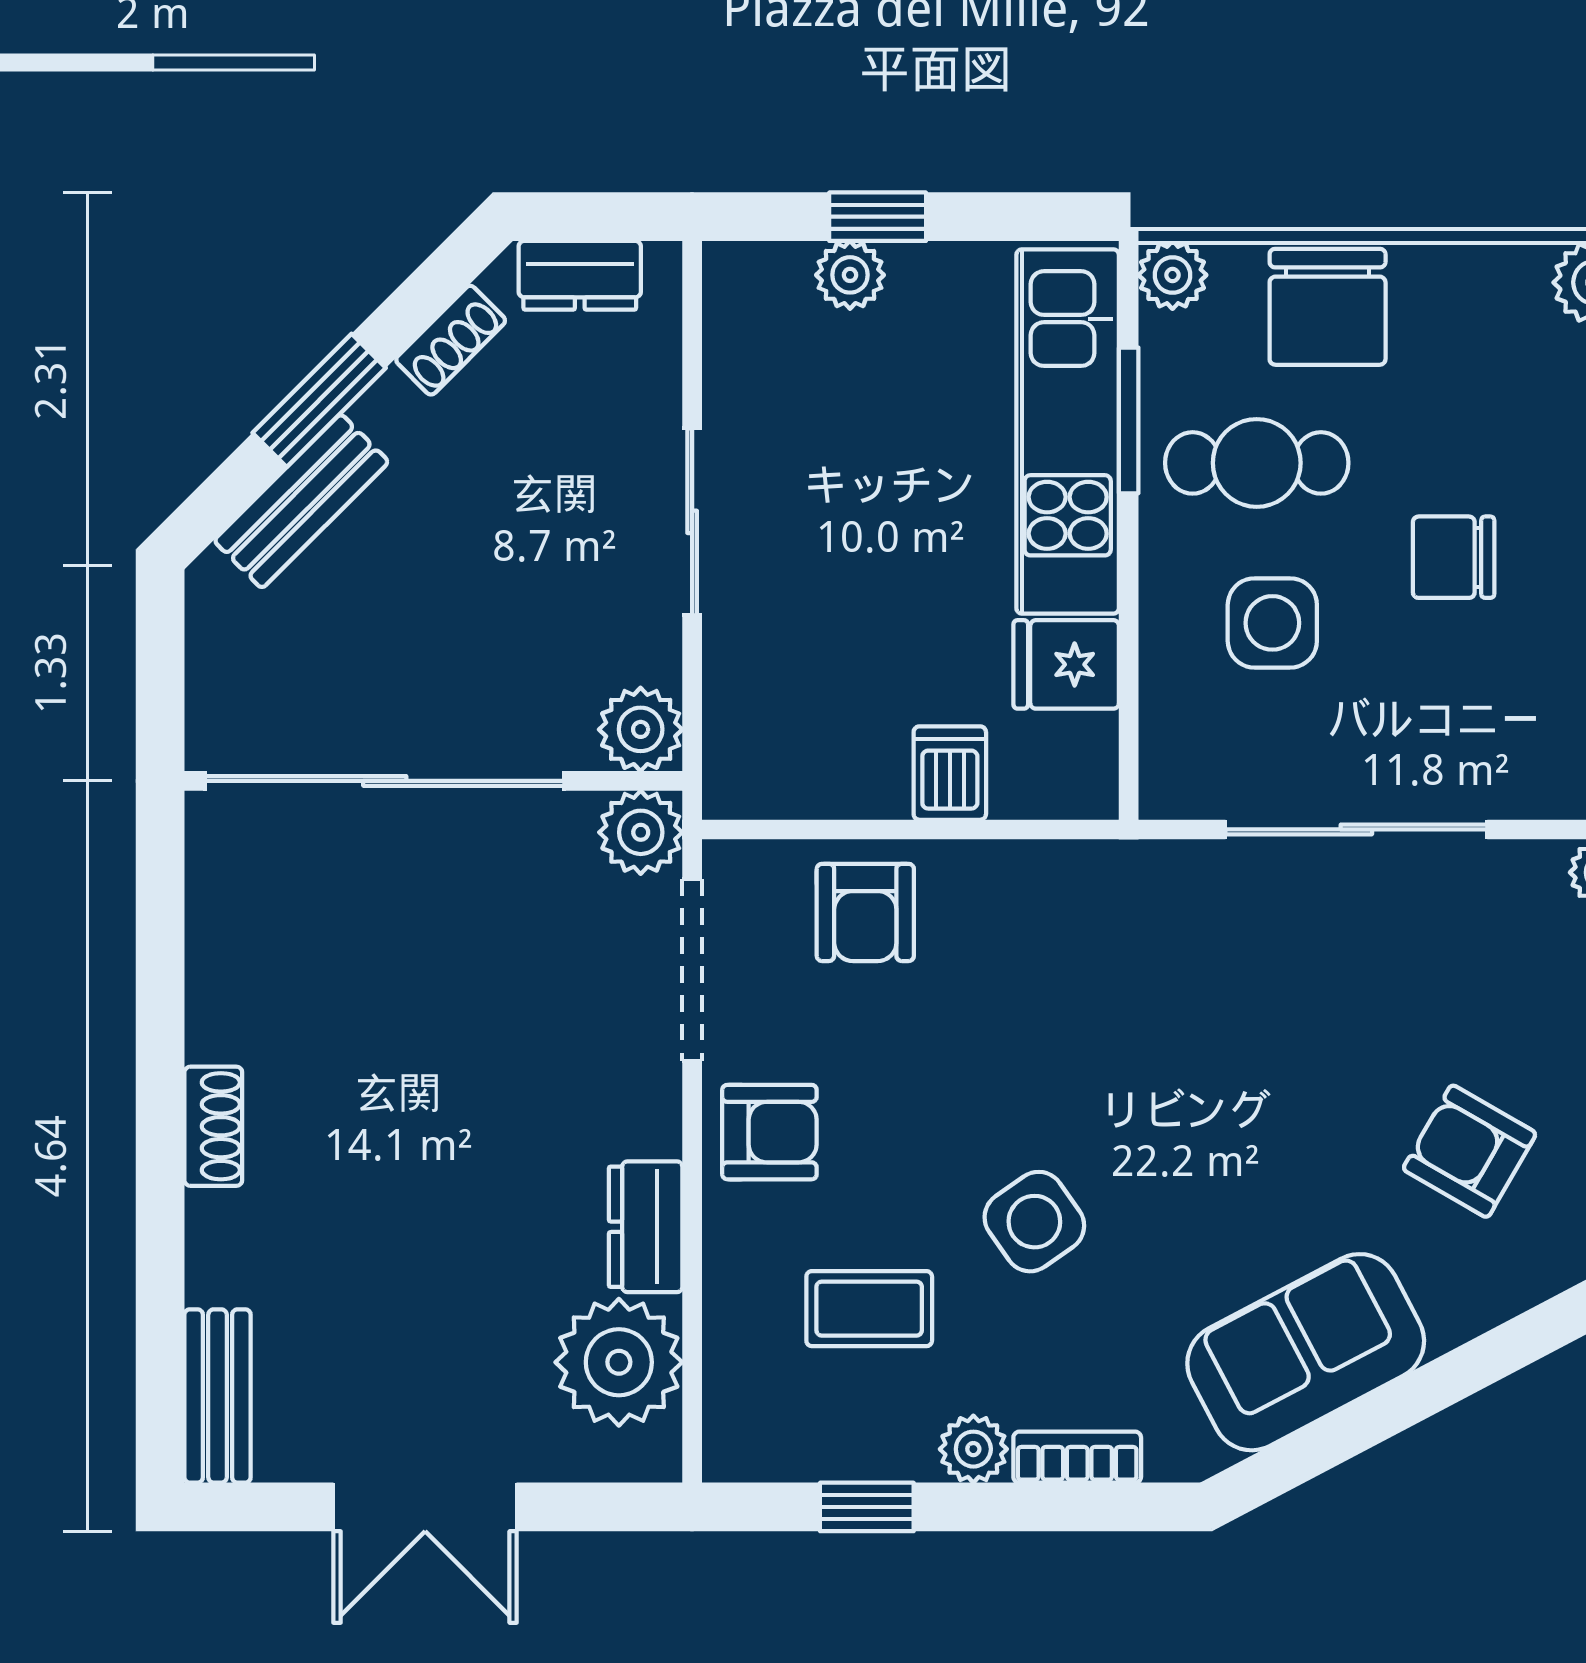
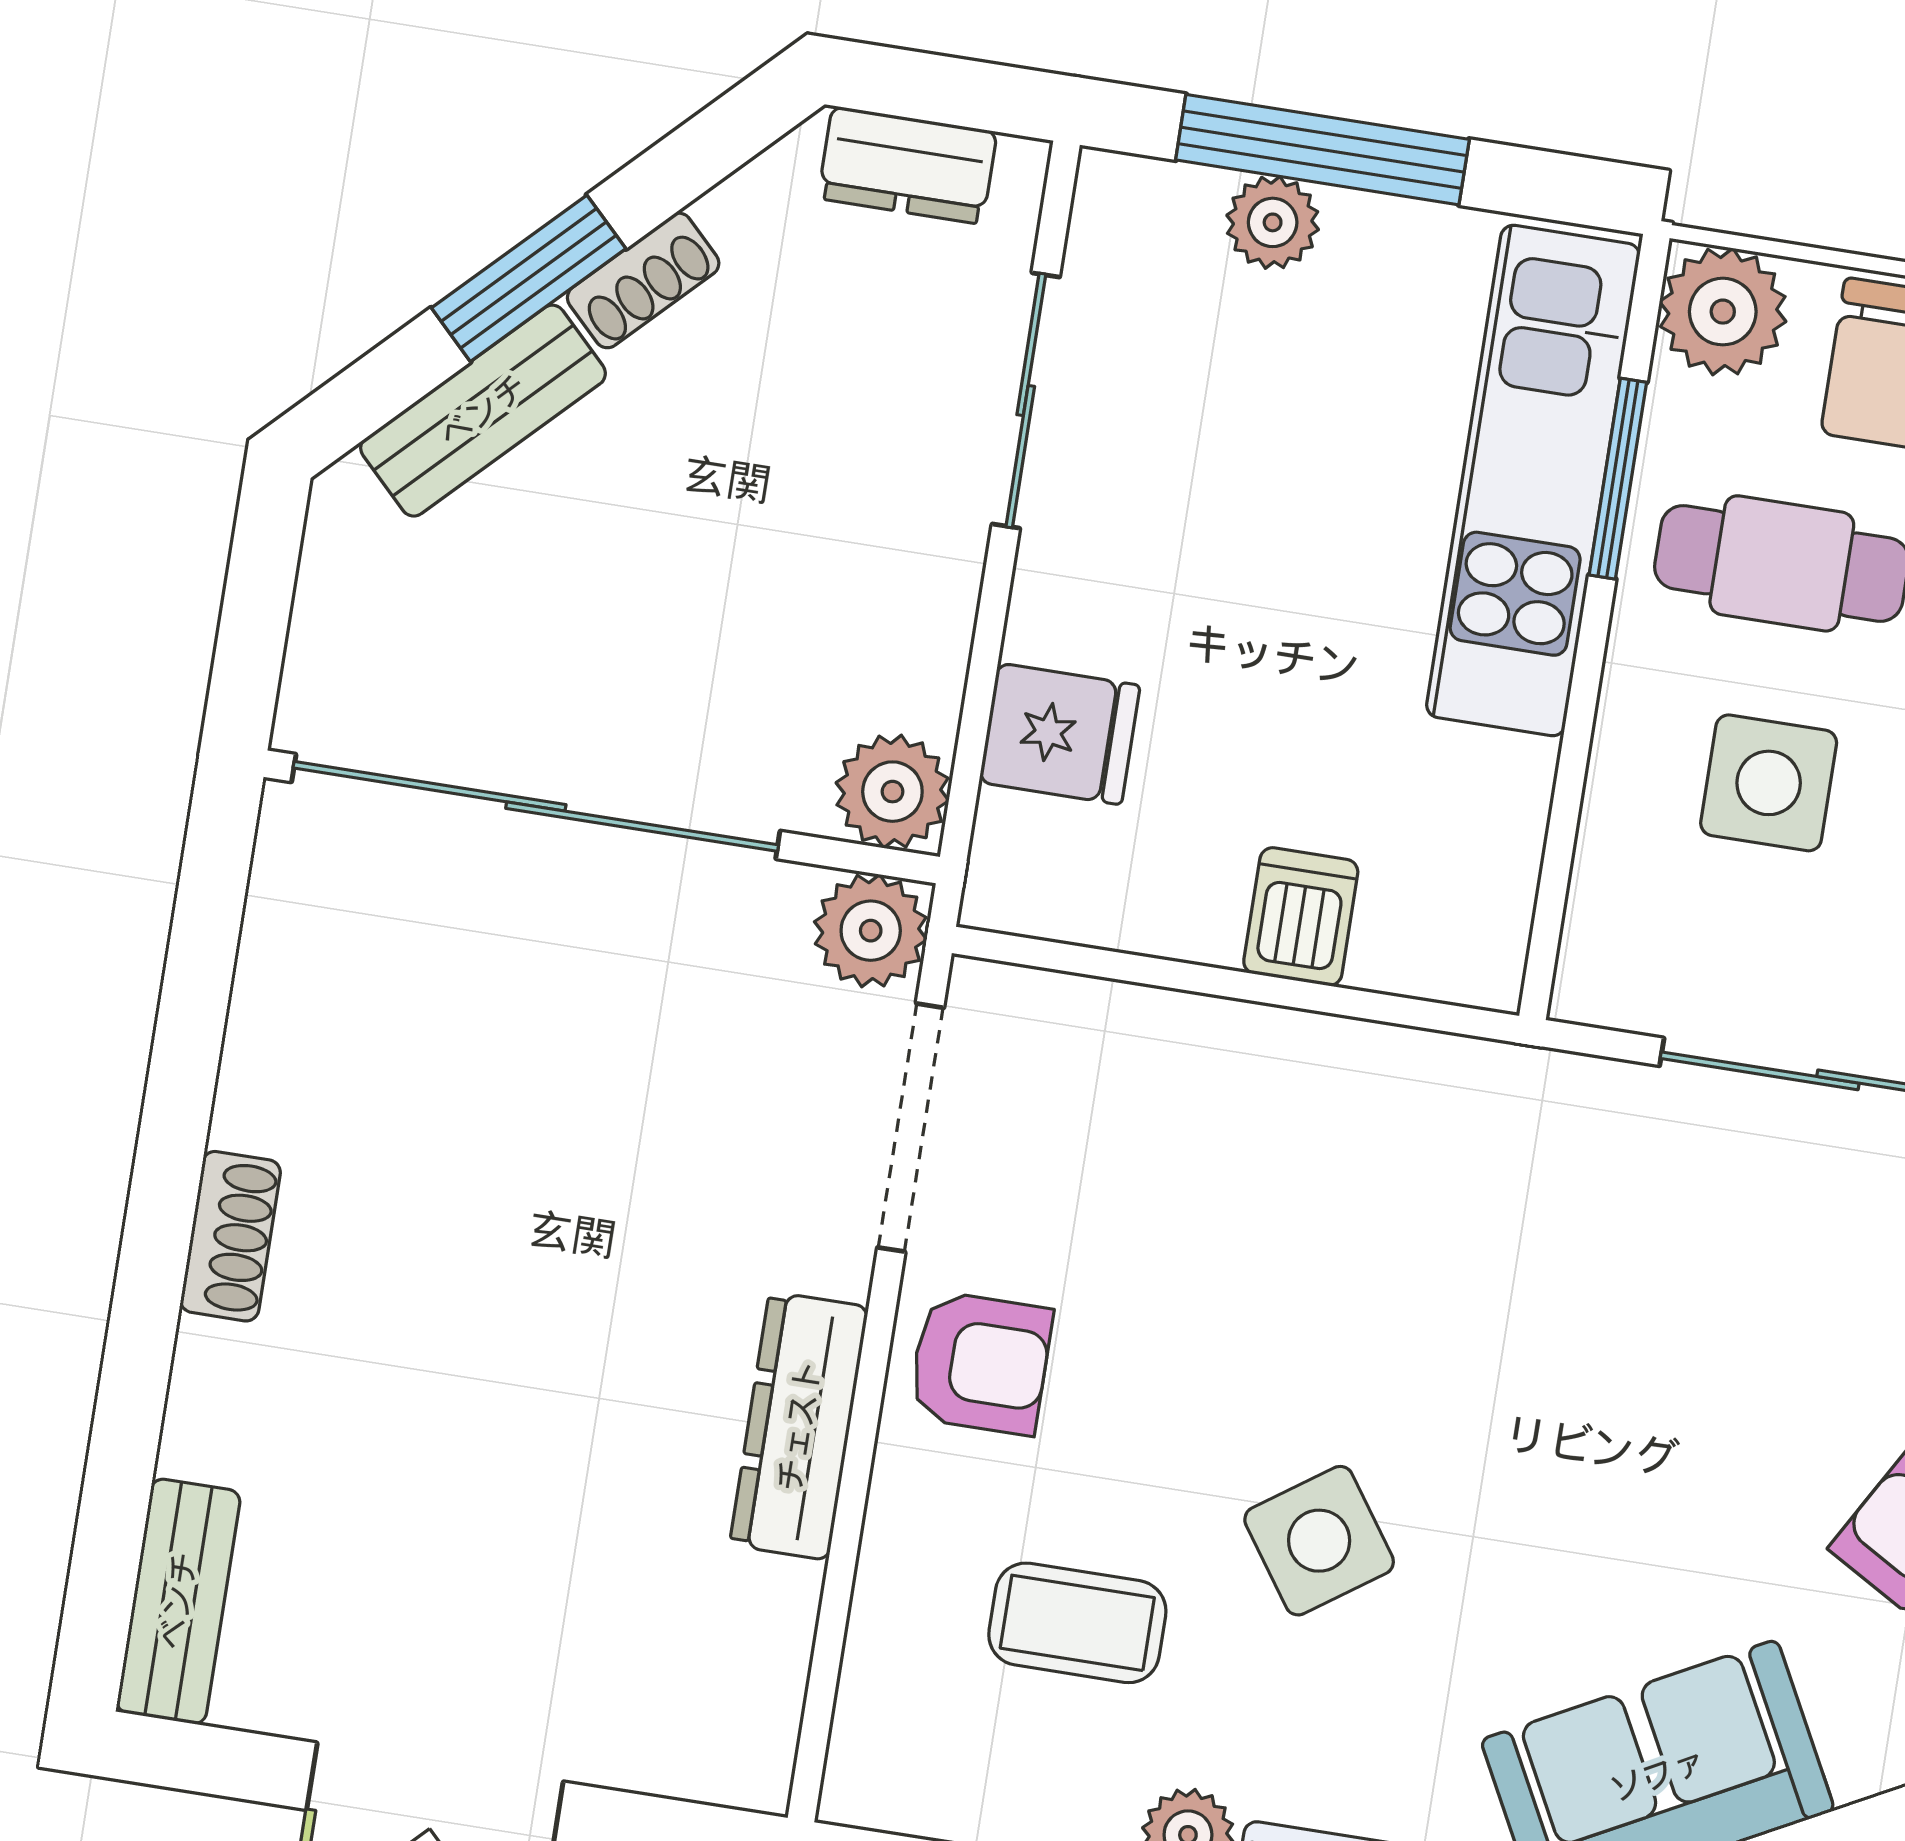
window: (878, 217) -> (1322, 150), width x2.17
plant: (1173, 275) -> (1723, 312), width x1.38, depth x1.38
shoe rack: (451, 340) -> (643, 280), moved
sliding door: (692, 522) -> (1026, 401), moved
fridge: (1066, 664) -> (1060, 734), moved, turned 180
armchair: (865, 912) -> (1157, 1087), removed
dresser: (646, 1227) -> (799, 1426), width x1.44
plant: (619, 1362) -> (728, 1642), removed

